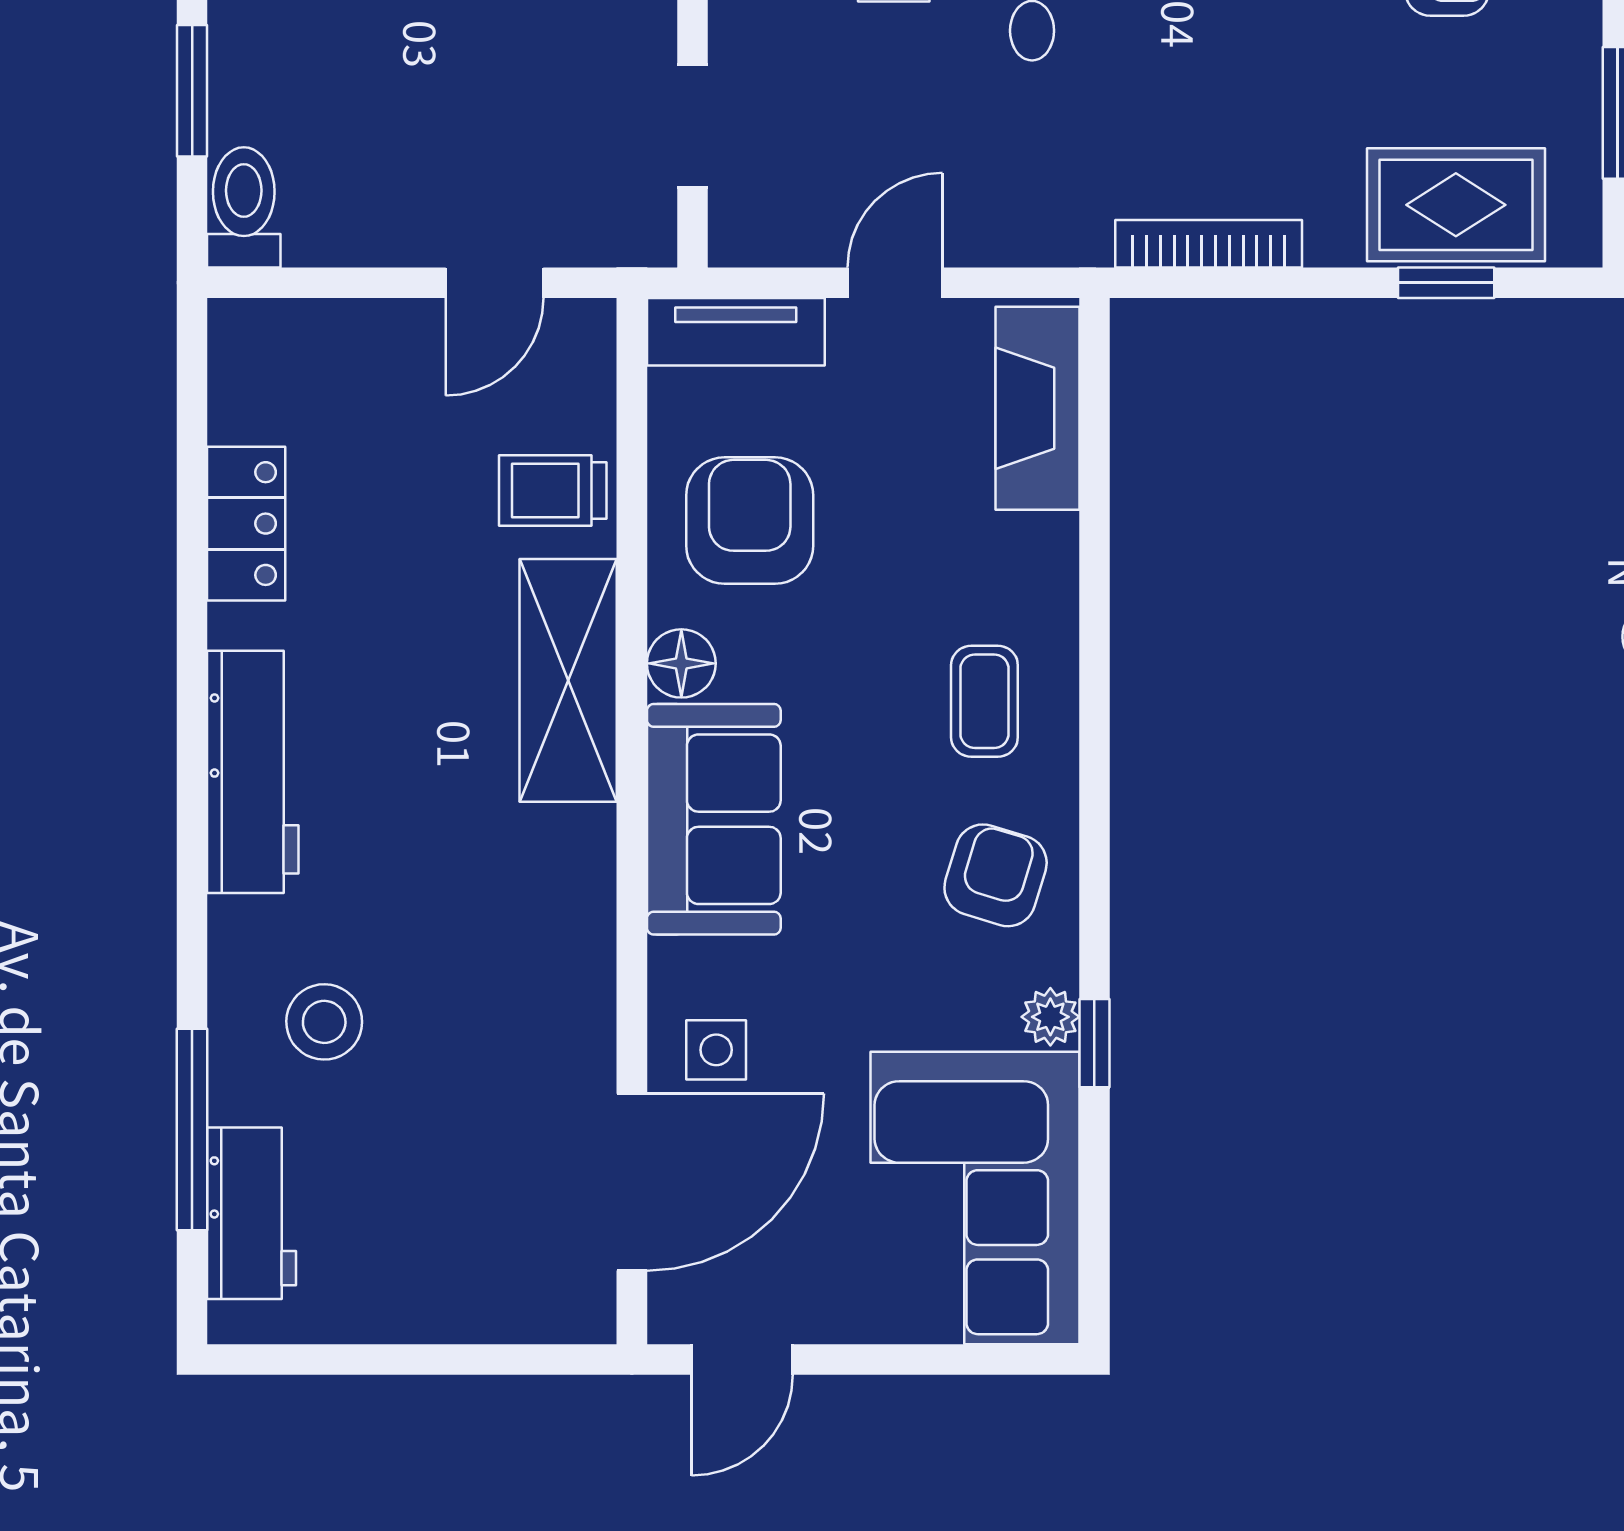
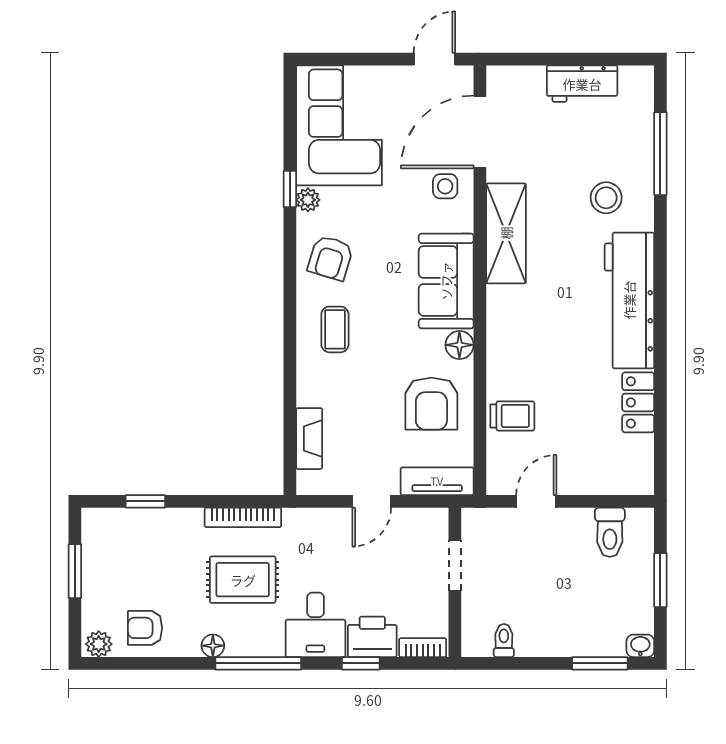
rug: (1456, 205) -> (243, 580), moved
toilet: (244, 207) -> (610, 532), moved
fireplace: (1037, 408) -> (309, 439), width x0.73, depth x0.76
shelving: (568, 680) -> (506, 233), moved
workbench: (253, 772) -> (629, 300), width x1.36, depth x1.32
workbench: (252, 1213) -> (582, 84), moved, turned -90

